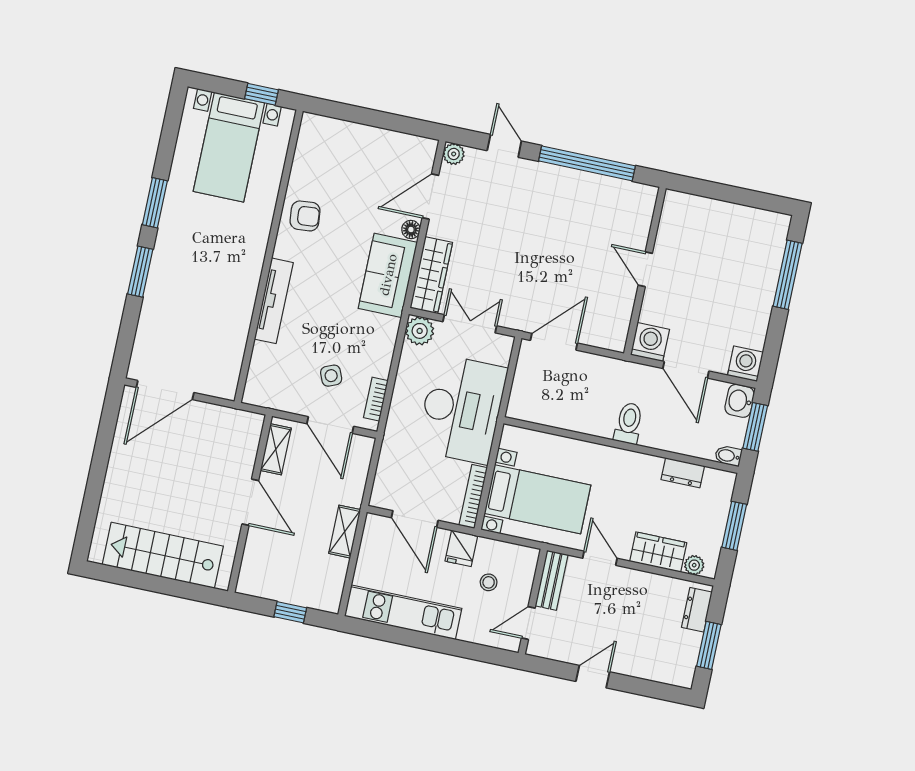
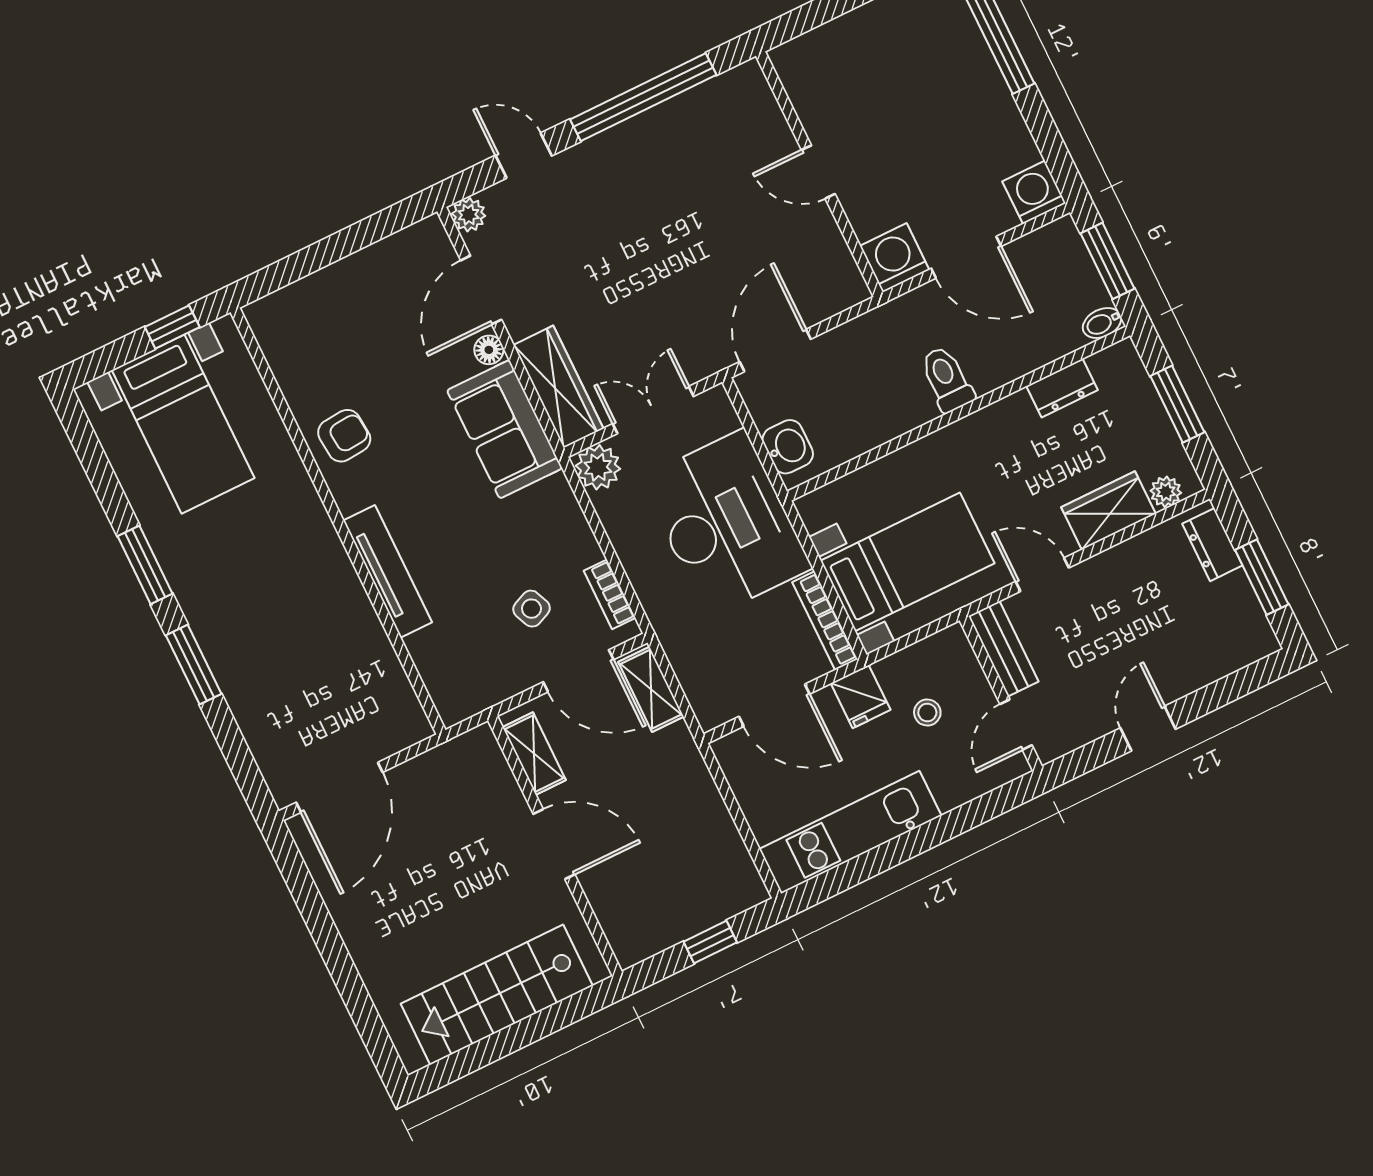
washbasin: (740, 401) -> (788, 447), moved, turned 180
shelving: (345, 532) -> (651, 689), moved

